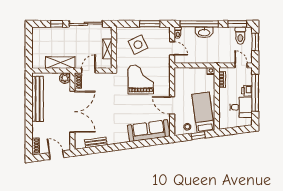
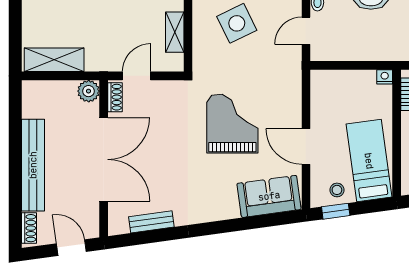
door: (172, 48) -> (306, 31), swing flipped
shelving: (60, 63) -> (54, 60), moved
grand piano: (141, 80) -> (232, 124), moved
bench: (38, 99) -> (33, 165), moved
sofa: (149, 131) -> (269, 196), width x0.73
window: (198, 136) -> (336, 211), moved

